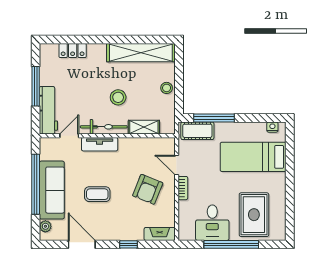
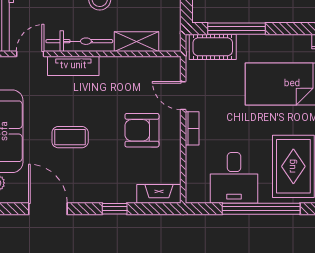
armchair: (148, 189) -> (142, 130), turned 68

